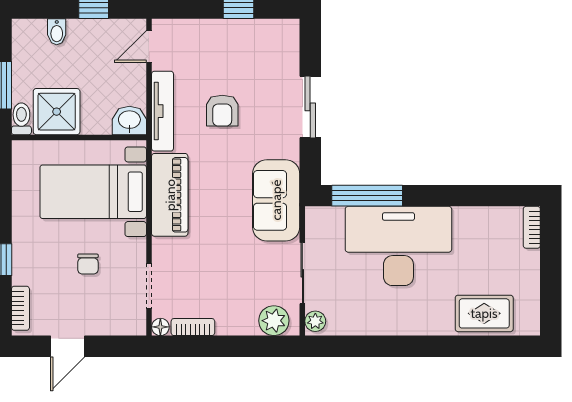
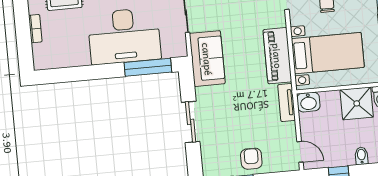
door: (149, 46) -> (300, 152), hinge flipped
tv unit: (163, 111) -> (287, 103), width x0.71
armchair: (222, 111) -> (251, 159), moved
bookcase: (532, 227) -> (35, 29), moved

